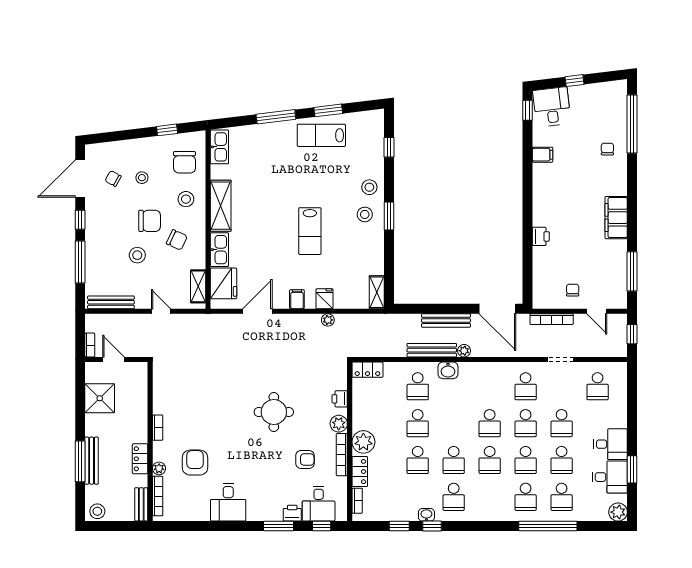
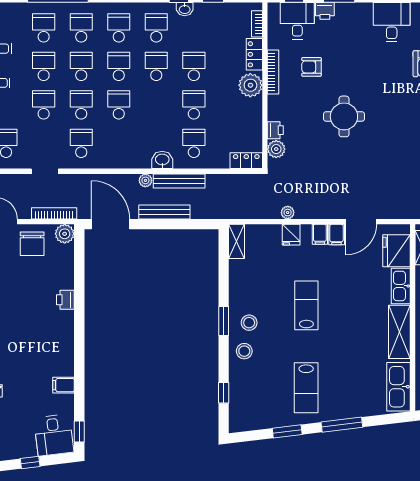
lab bench: (321, 135) -> (306, 388), moved, turned 90
kitchen sink: (219, 147) -> (398, 387), width x1.36, depth x1.24
chair: (573, 290) -> (32, 244), width x1.87, depth x1.87
filing cabinet: (281, 299) -> (337, 235), added
plant: (541, 300) -> (65, 234), added
plant: (339, 424) -> (276, 149), moved
school desk: (490, 497) -> (119, 28), added

